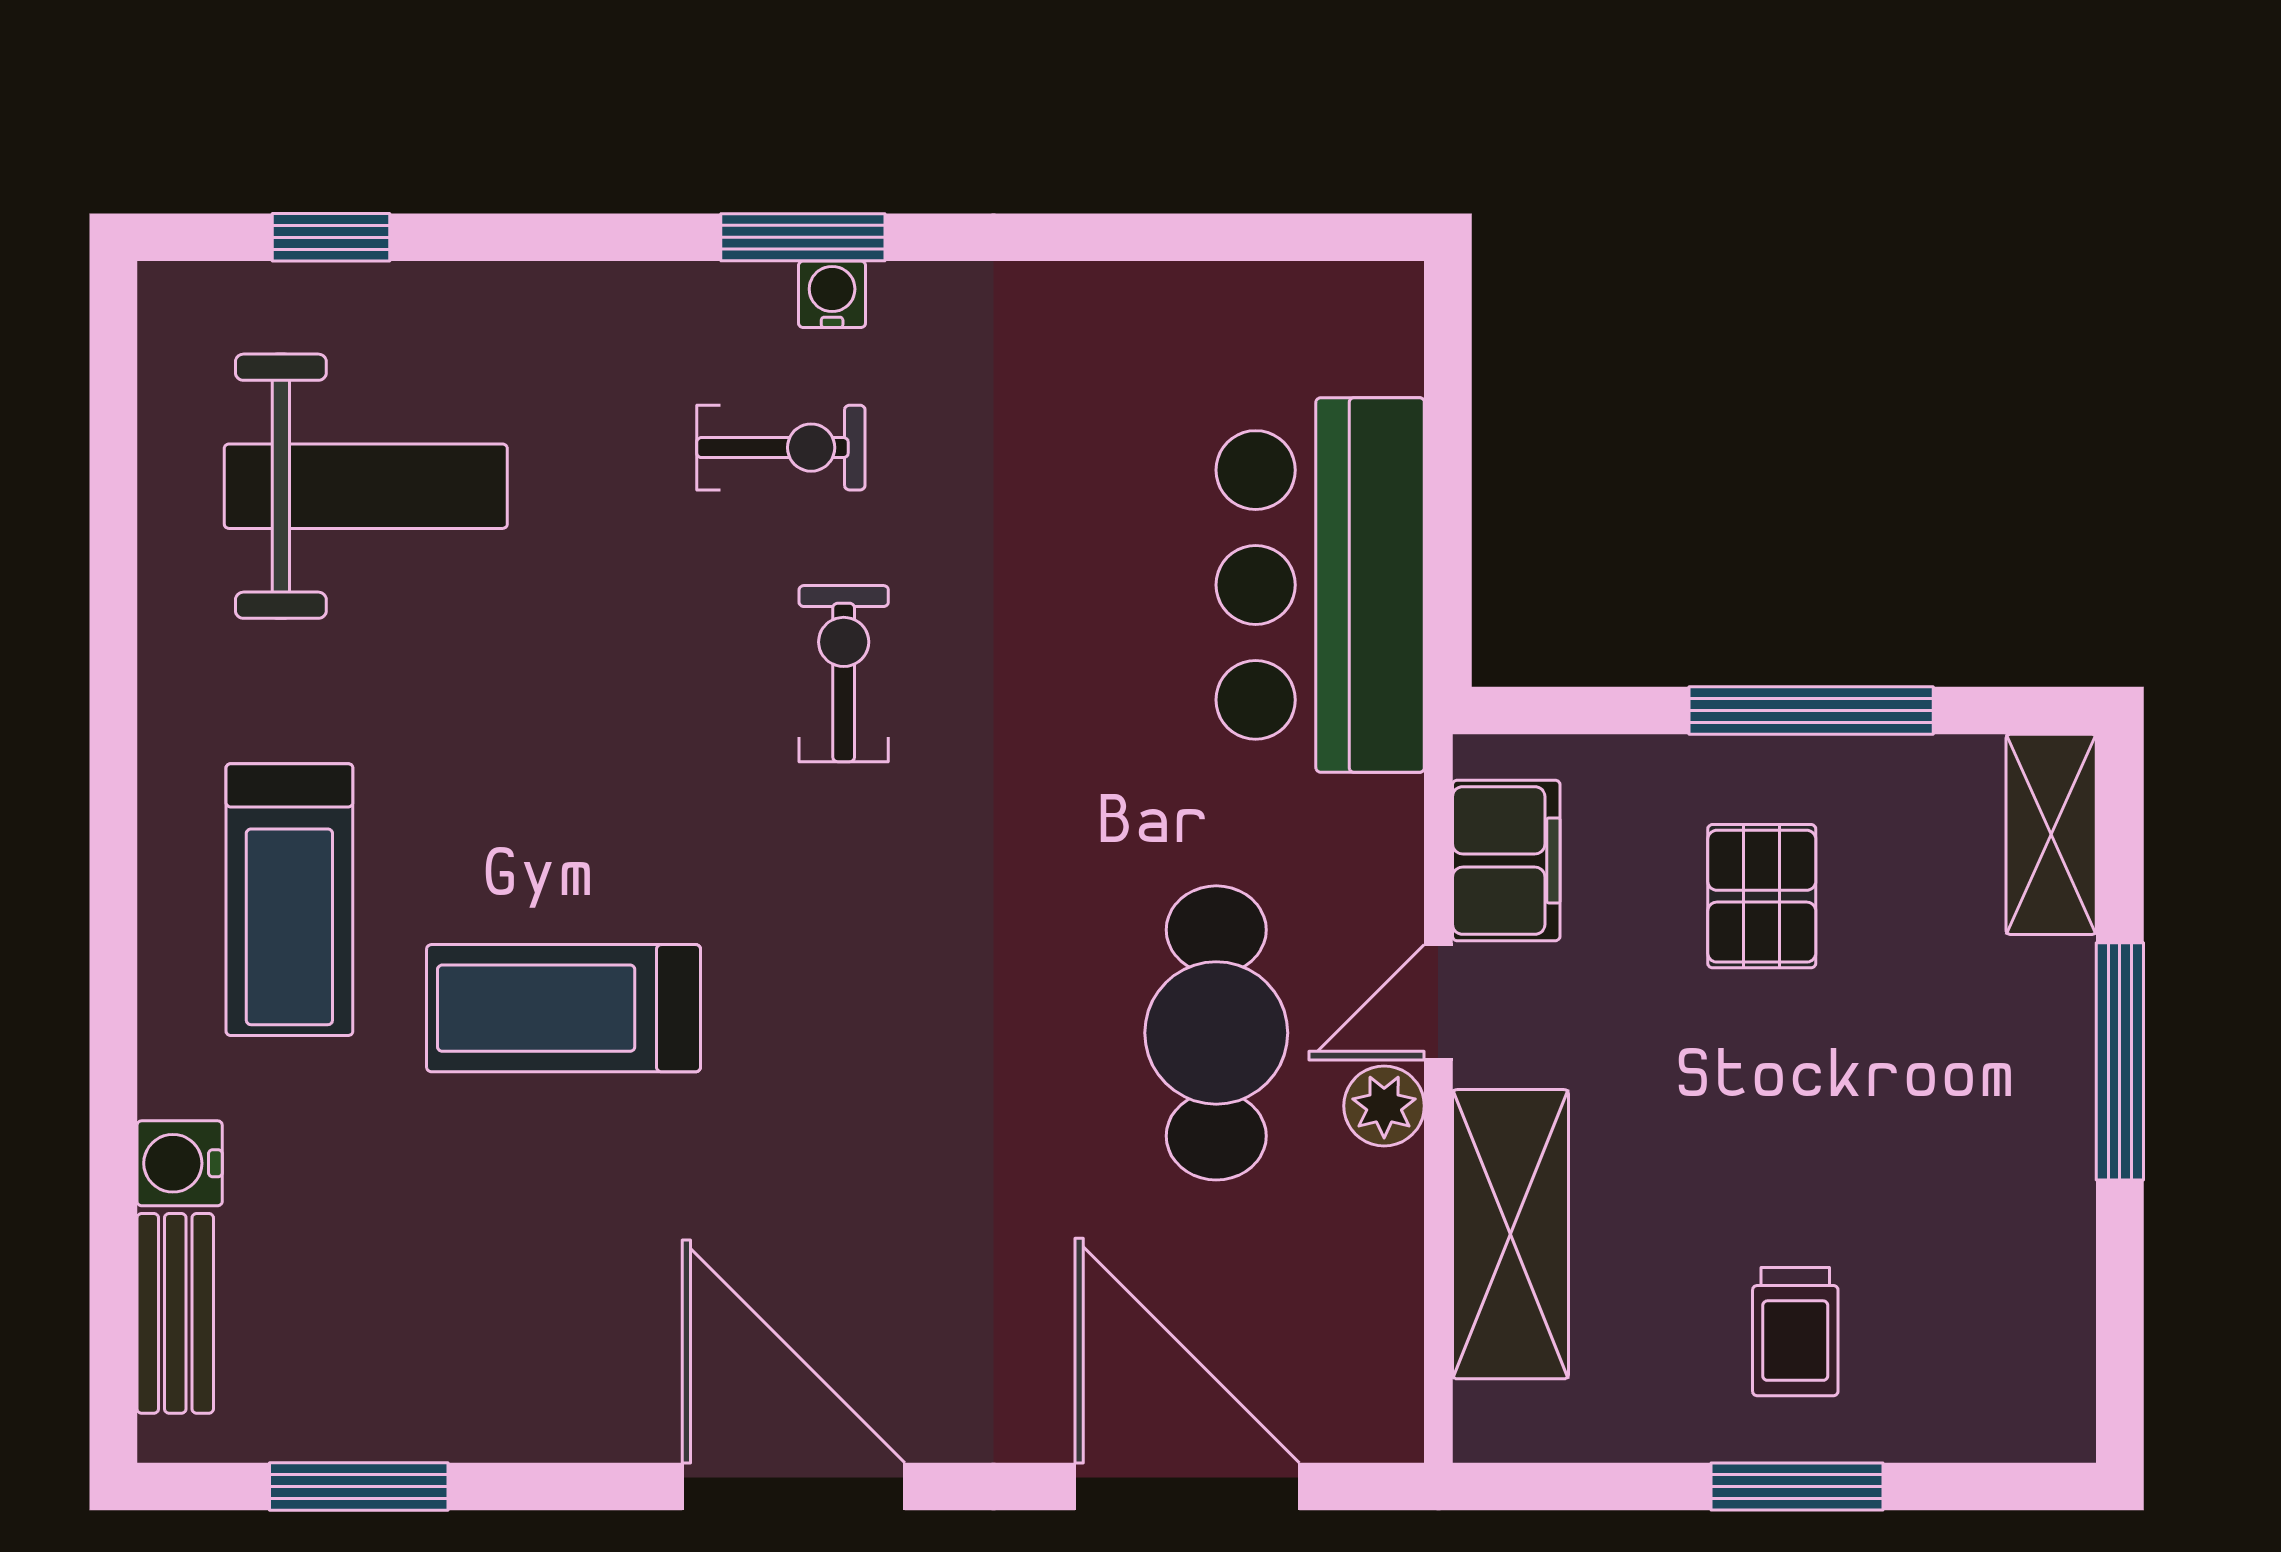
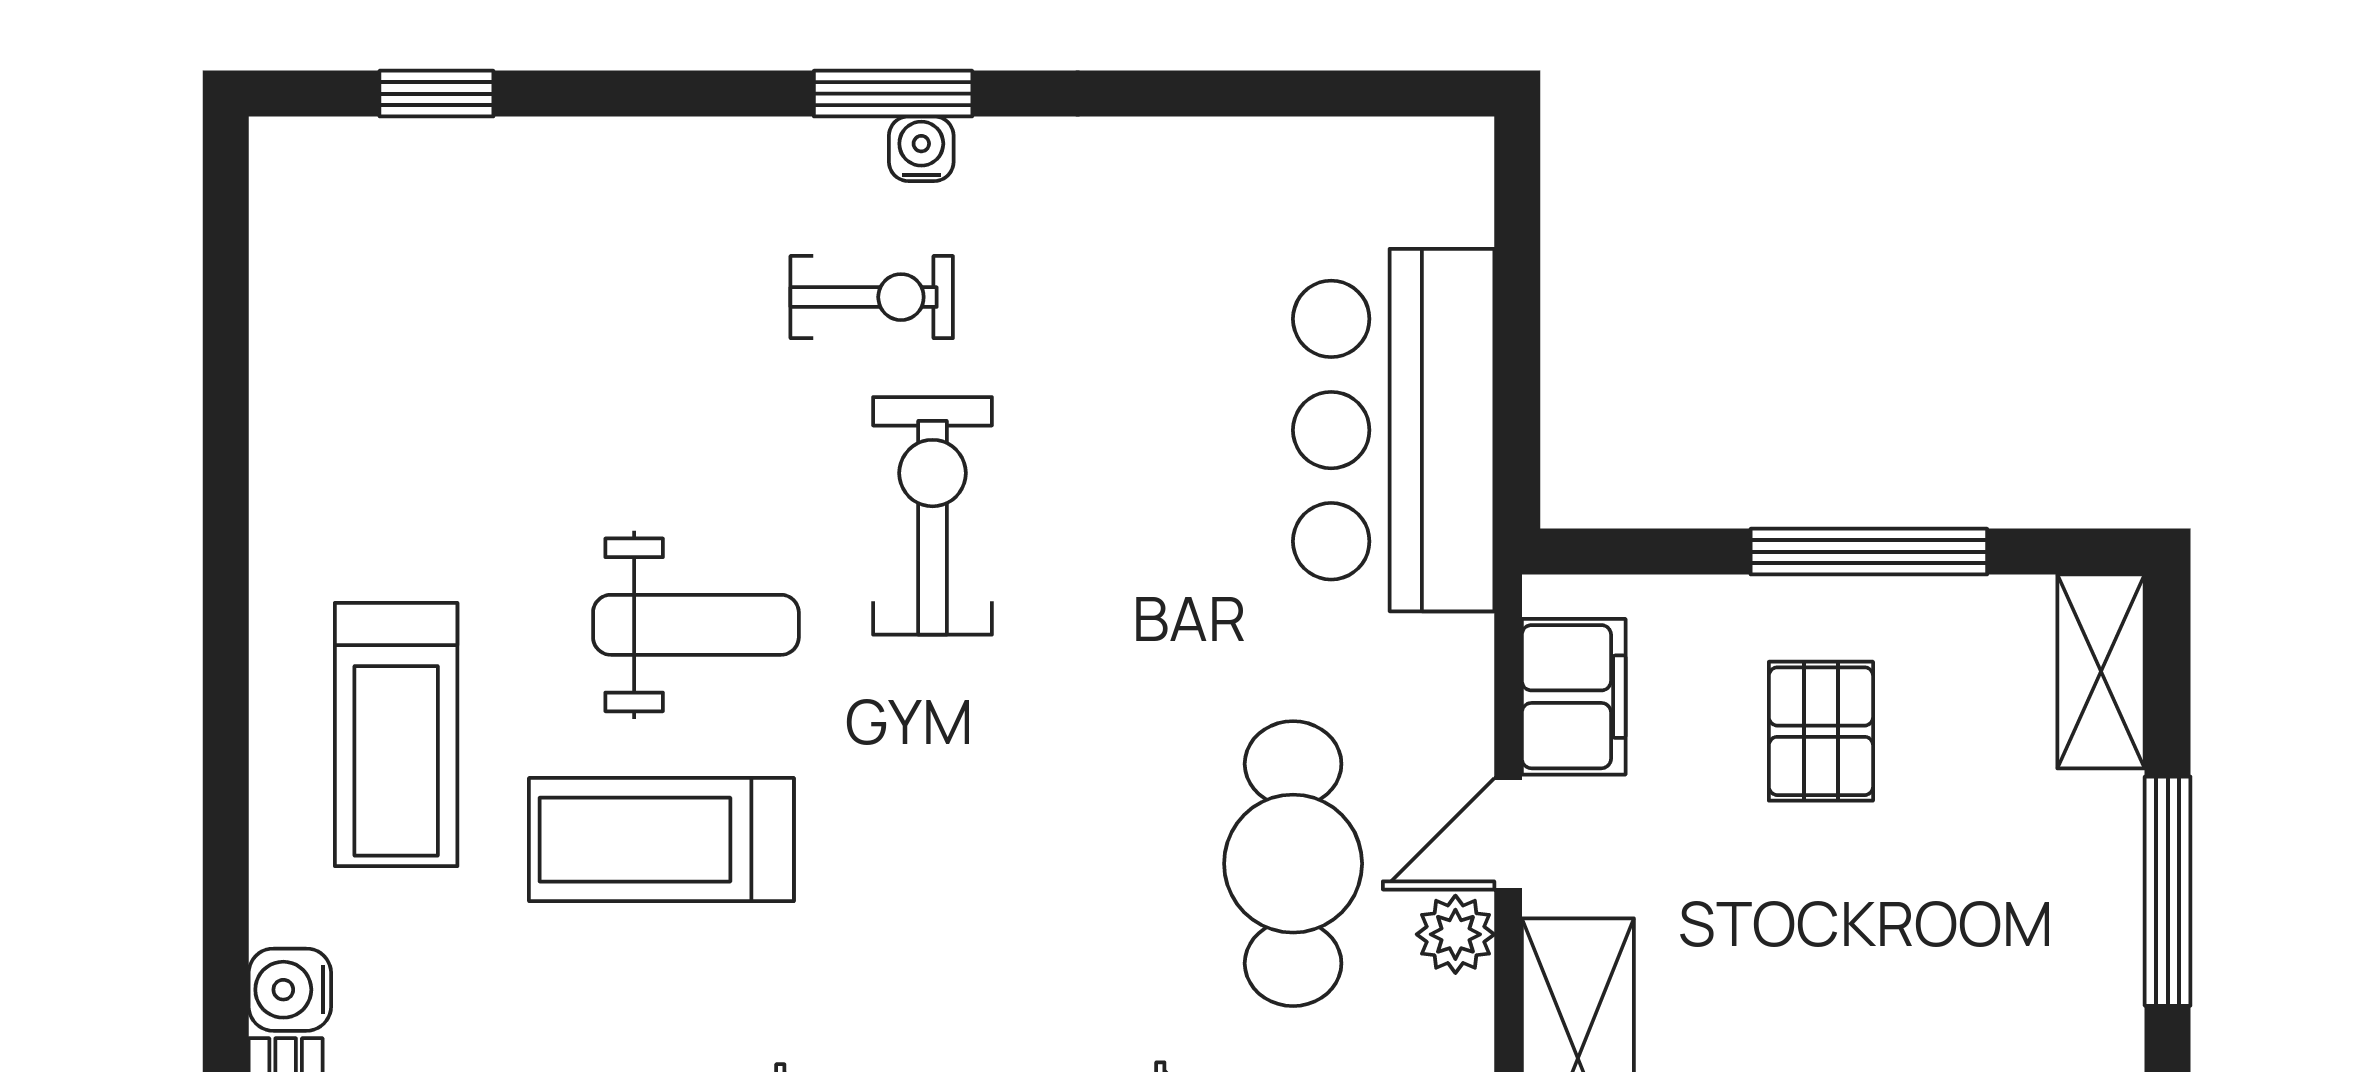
weight bench: (366, 486) -> (696, 625), moved, width x0.73, depth x0.75
exercise bike: (844, 674) -> (933, 516), width x1.38, depth x1.39

